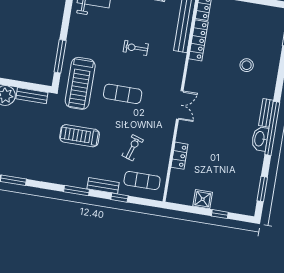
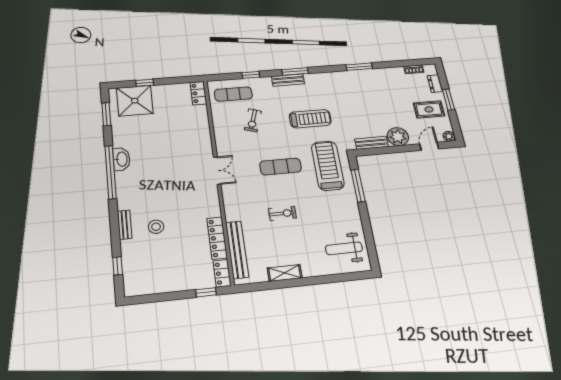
double door: (180, 105) -> (217, 171), swing flipped
bench: (266, 113) -> (125, 225), moved
locker: (179, 156) -> (198, 93), moved
bench: (103, 186) -> (288, 80), moved
shower: (203, 199) -> (135, 101), moved, width x1.86, depth x1.86

